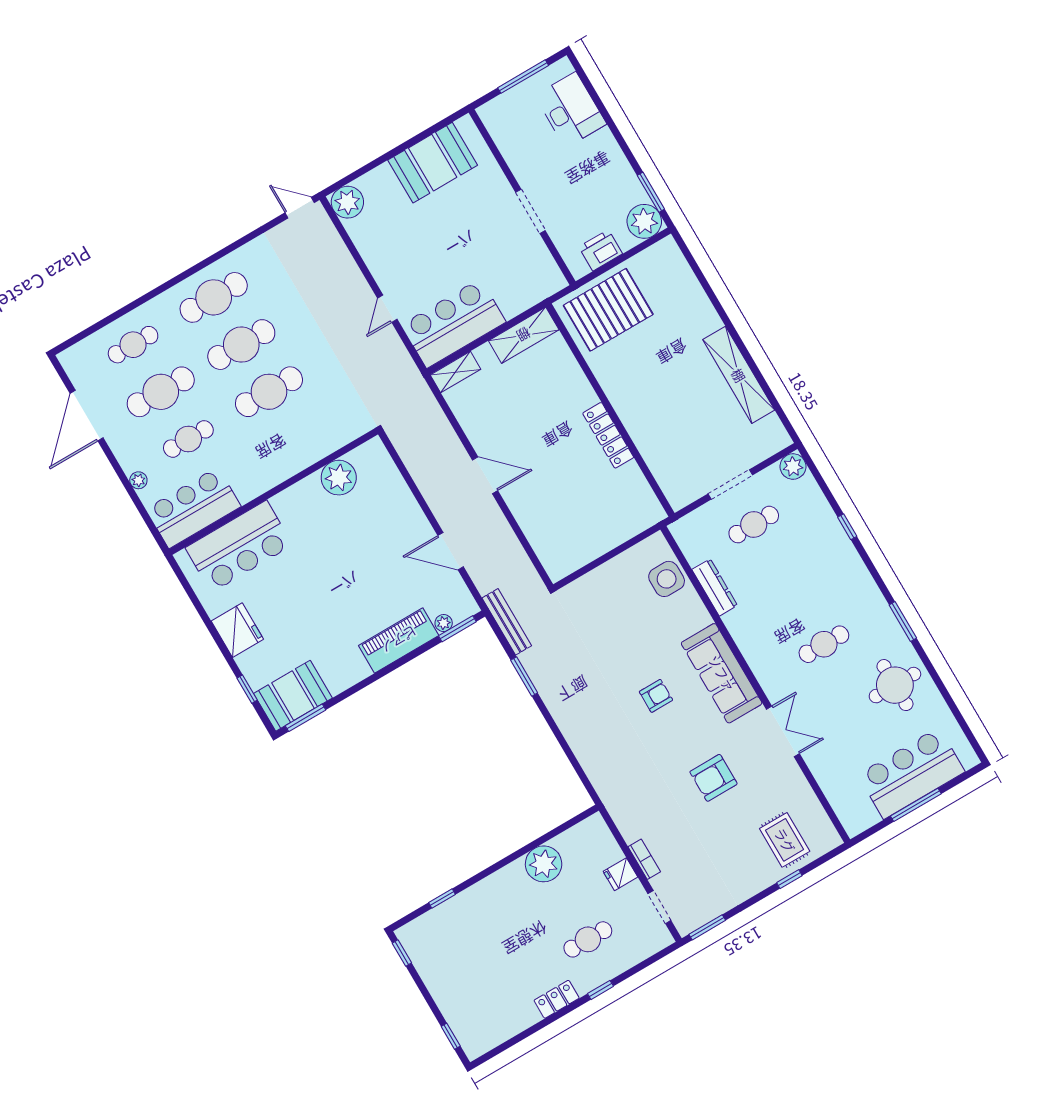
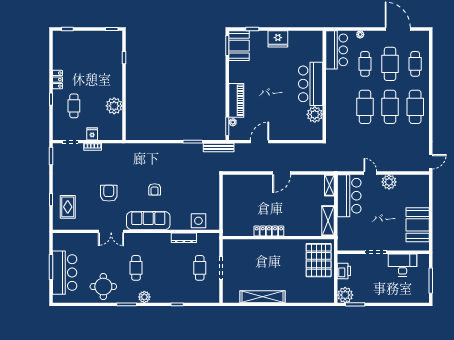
desk: (571, 110) -> (403, 265), moved, turned 180
plant: (347, 202) -> (389, 182), moved
plant: (793, 467) -> (144, 297), moved
bar counter: (239, 546) -> (311, 84), moved
rug: (785, 840) -> (68, 207), turned 90

